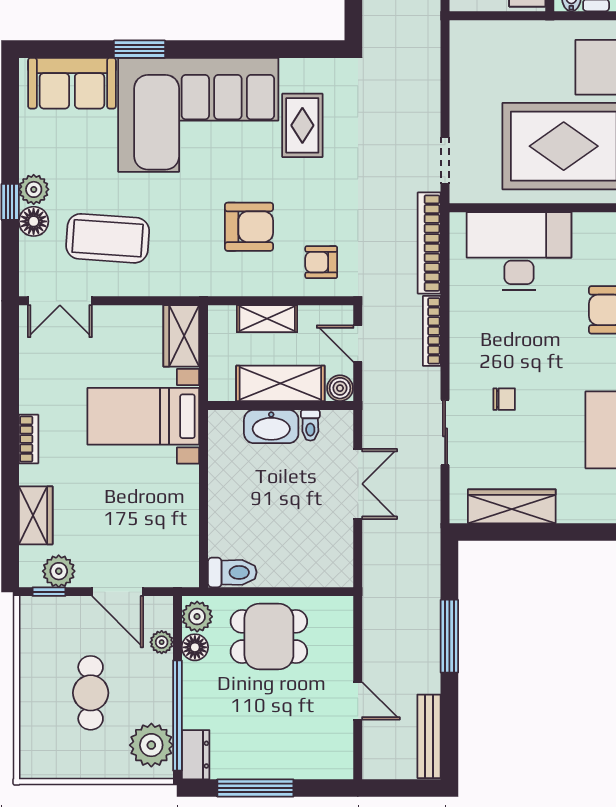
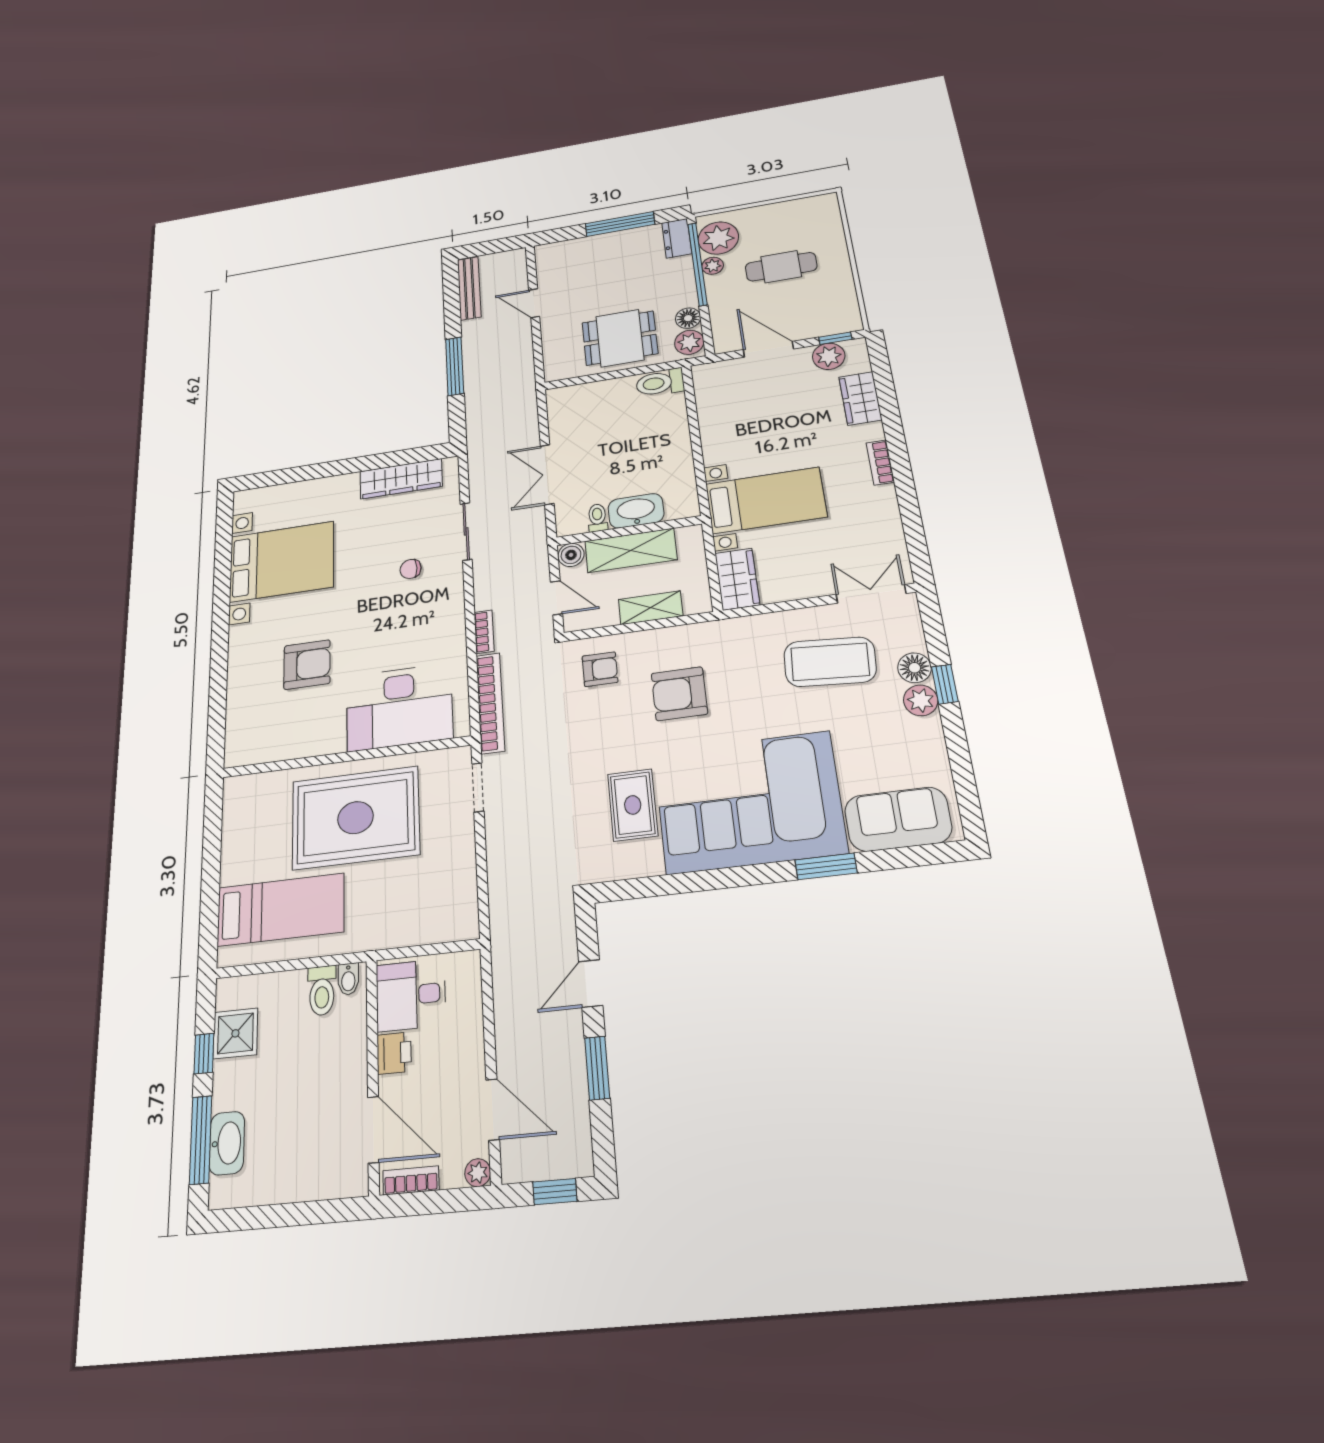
bookcase: (432, 331) -> (484, 632), width x0.64
plant: (162, 642) -> (713, 266), moved
cafe table: (91, 693) -> (781, 267), turned 90

